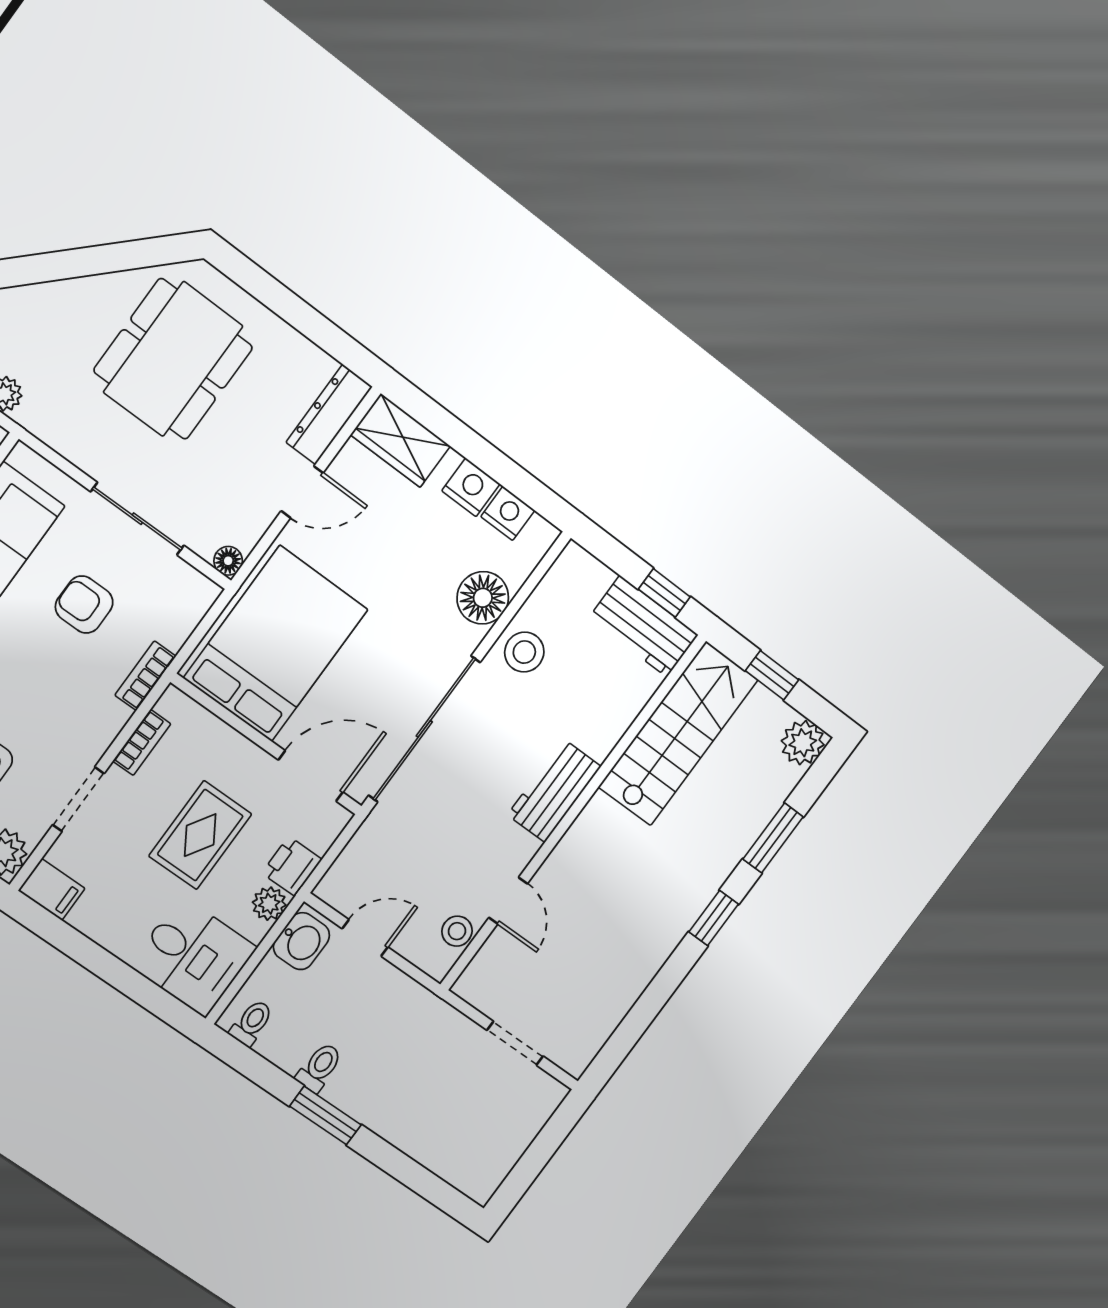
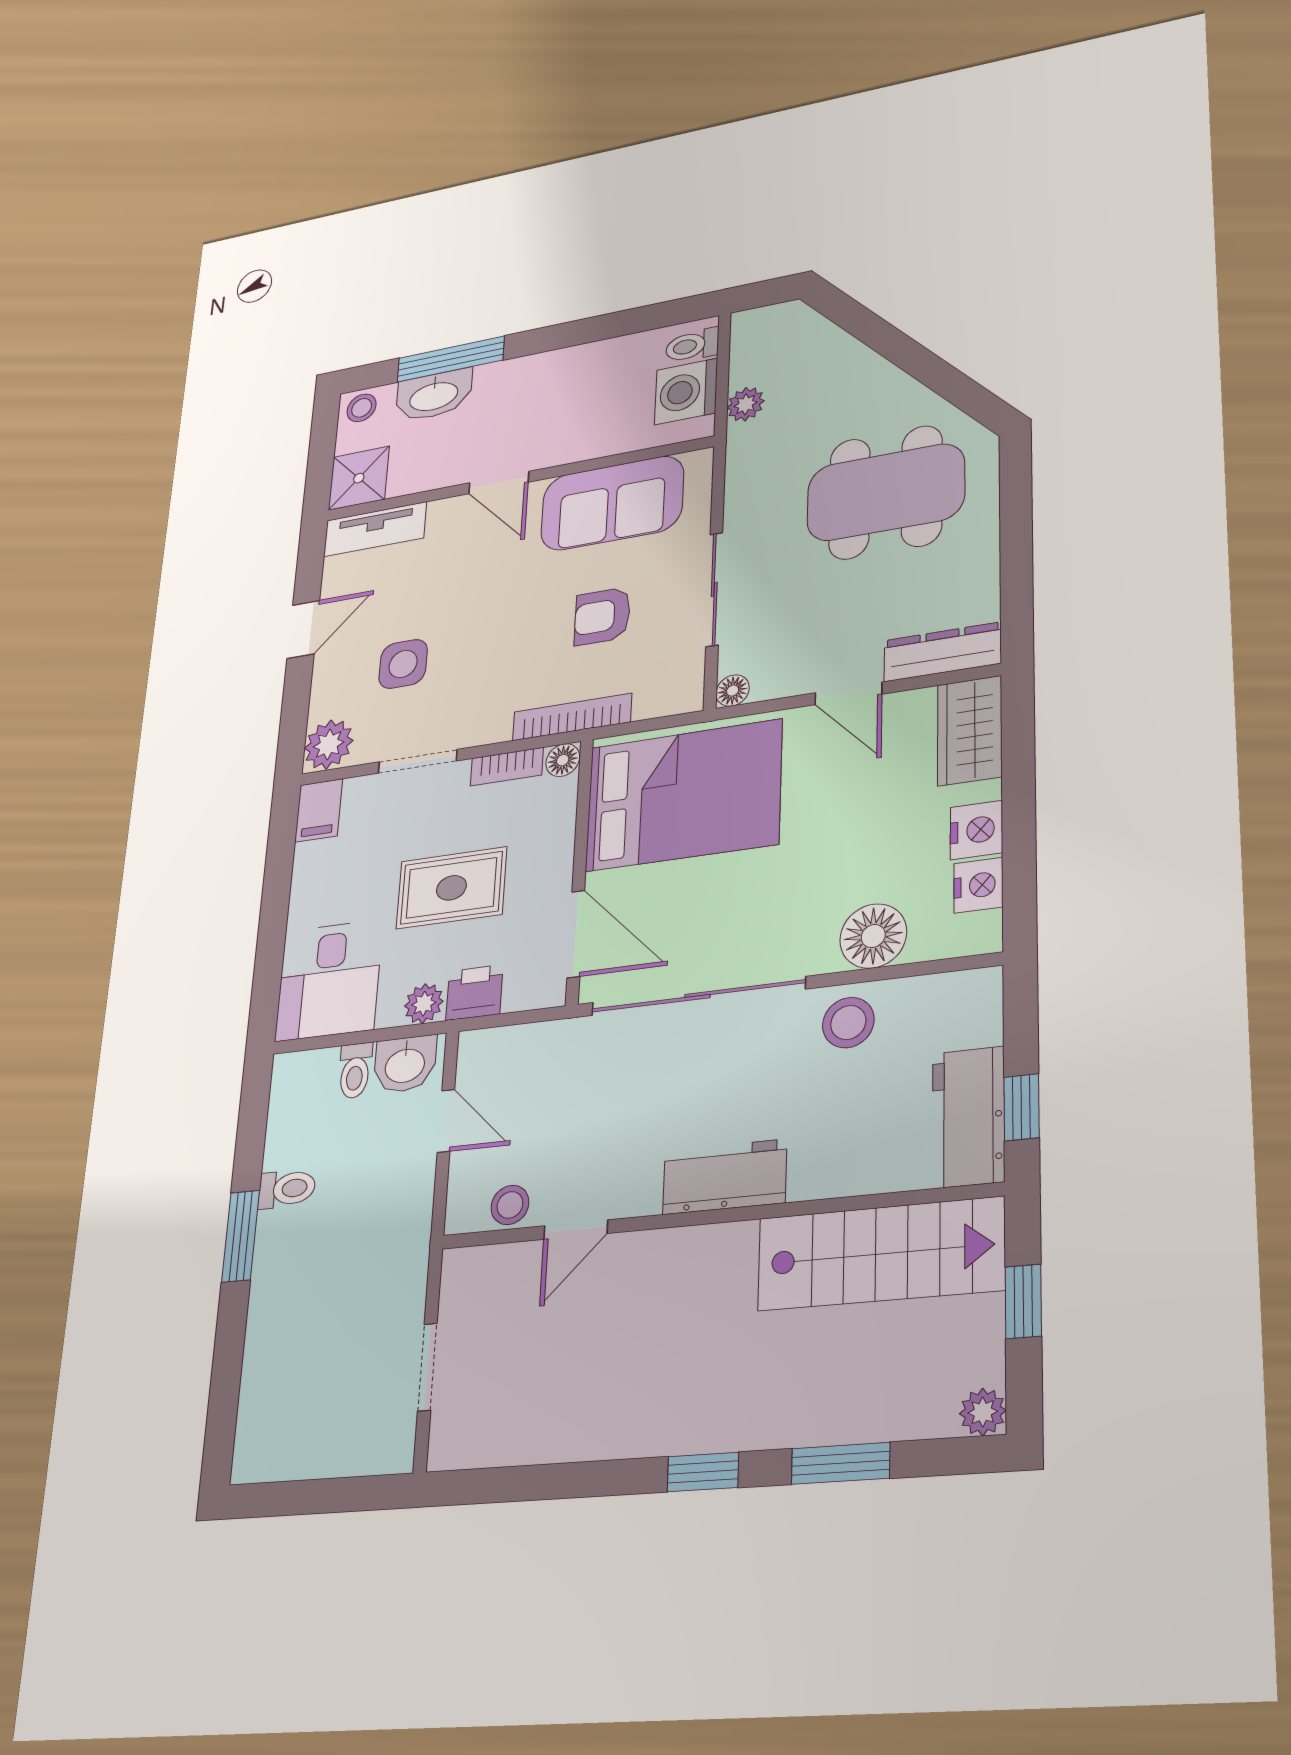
armchair: (84, 605) -> (602, 616), turned -90
bookcase: (145, 676) -> (572, 717), width x1.56
floor lamp: (173, 703) -> (563, 760), added
plant: (803, 743) -> (983, 1412), width x0.73, depth x0.73
toilet: (252, 1023) -> (355, 1071), moved, turned 90

